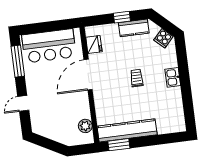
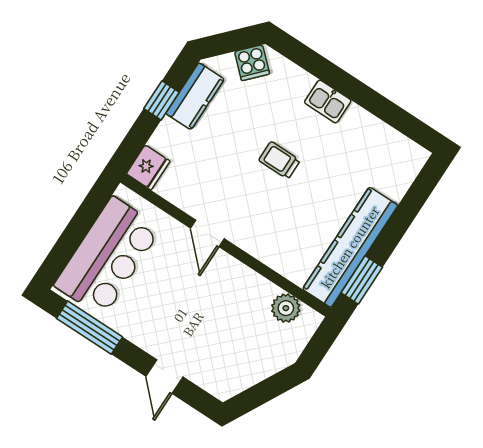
fridge: (94, 45) -> (148, 167), moved, turned 90
door: (88, 75) -> (207, 233), width x0.53

